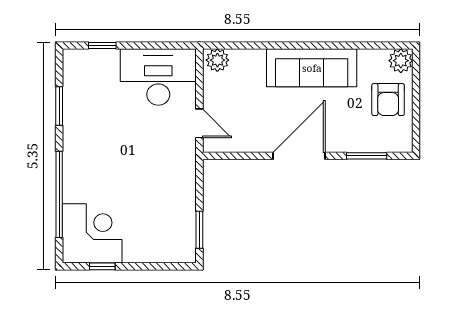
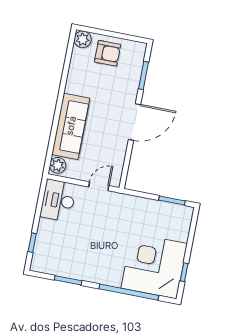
sofa: (312, 68) -> (71, 126), moved
desk: (158, 77) -> (58, 200), width x0.73, depth x0.77
door: (299, 156) -> (134, 122), swing flipped
corner desk: (92, 233) -> (154, 266), width x1.36, depth x1.36

